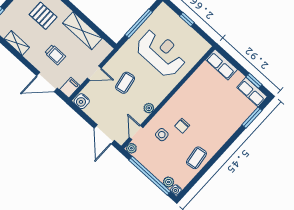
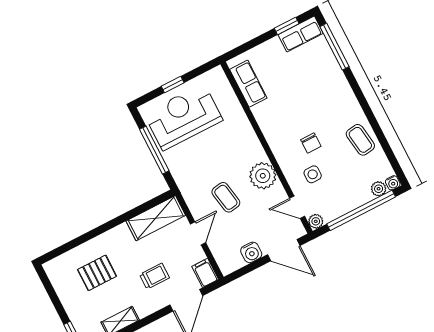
shelving: (82, 31) -> (156, 218), moved
reception desk: (161, 53) -> (183, 117), moved
row of seats: (221, 64) -> (248, 84), moved, turned -90
water cooler: (82, 101) -> (251, 252), moved
plant: (149, 108) -> (263, 176), width x1.88, depth x1.88
window: (252, 118) -> (334, 47), width x1.44

